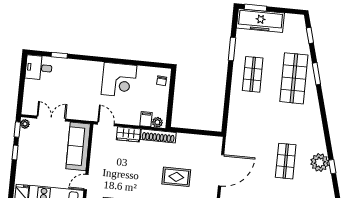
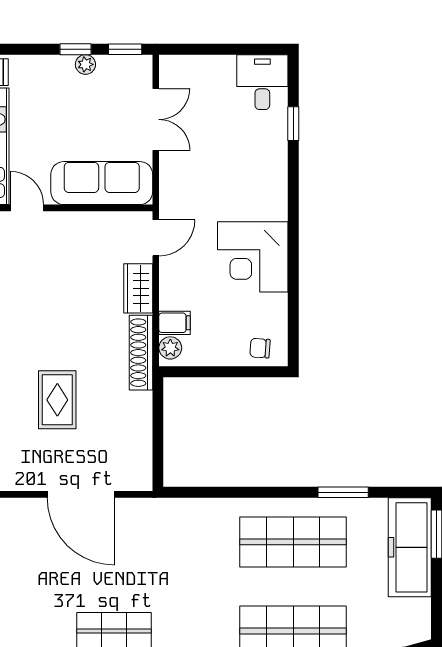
shop shelf: (253, 74) -> (293, 542), width x1.43, depth x1.36
plant: (25, 124) -> (85, 64), moved

